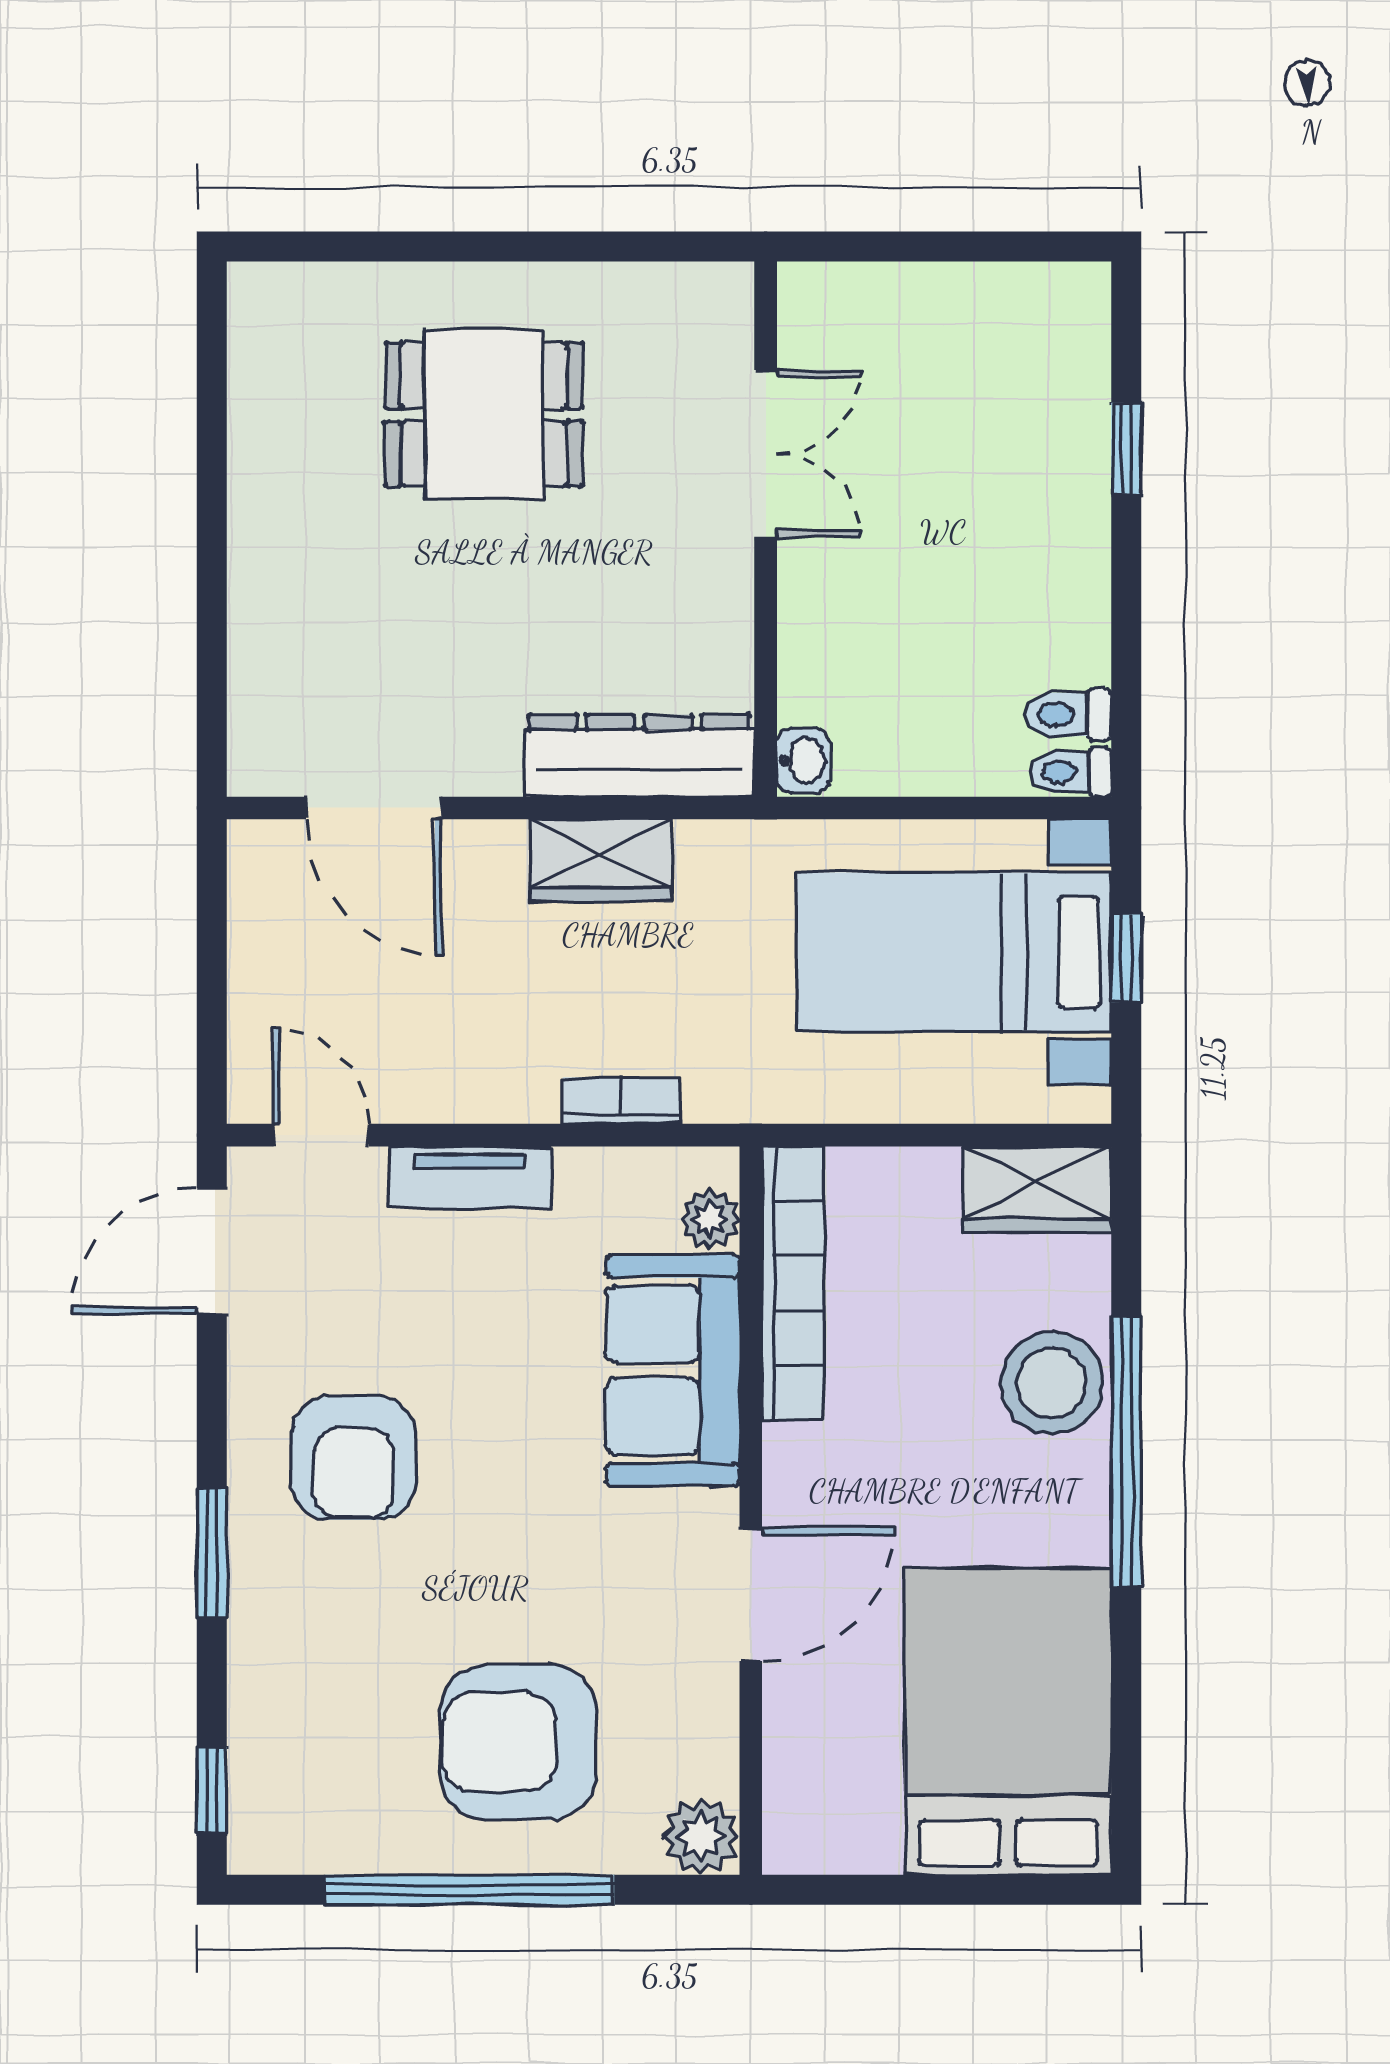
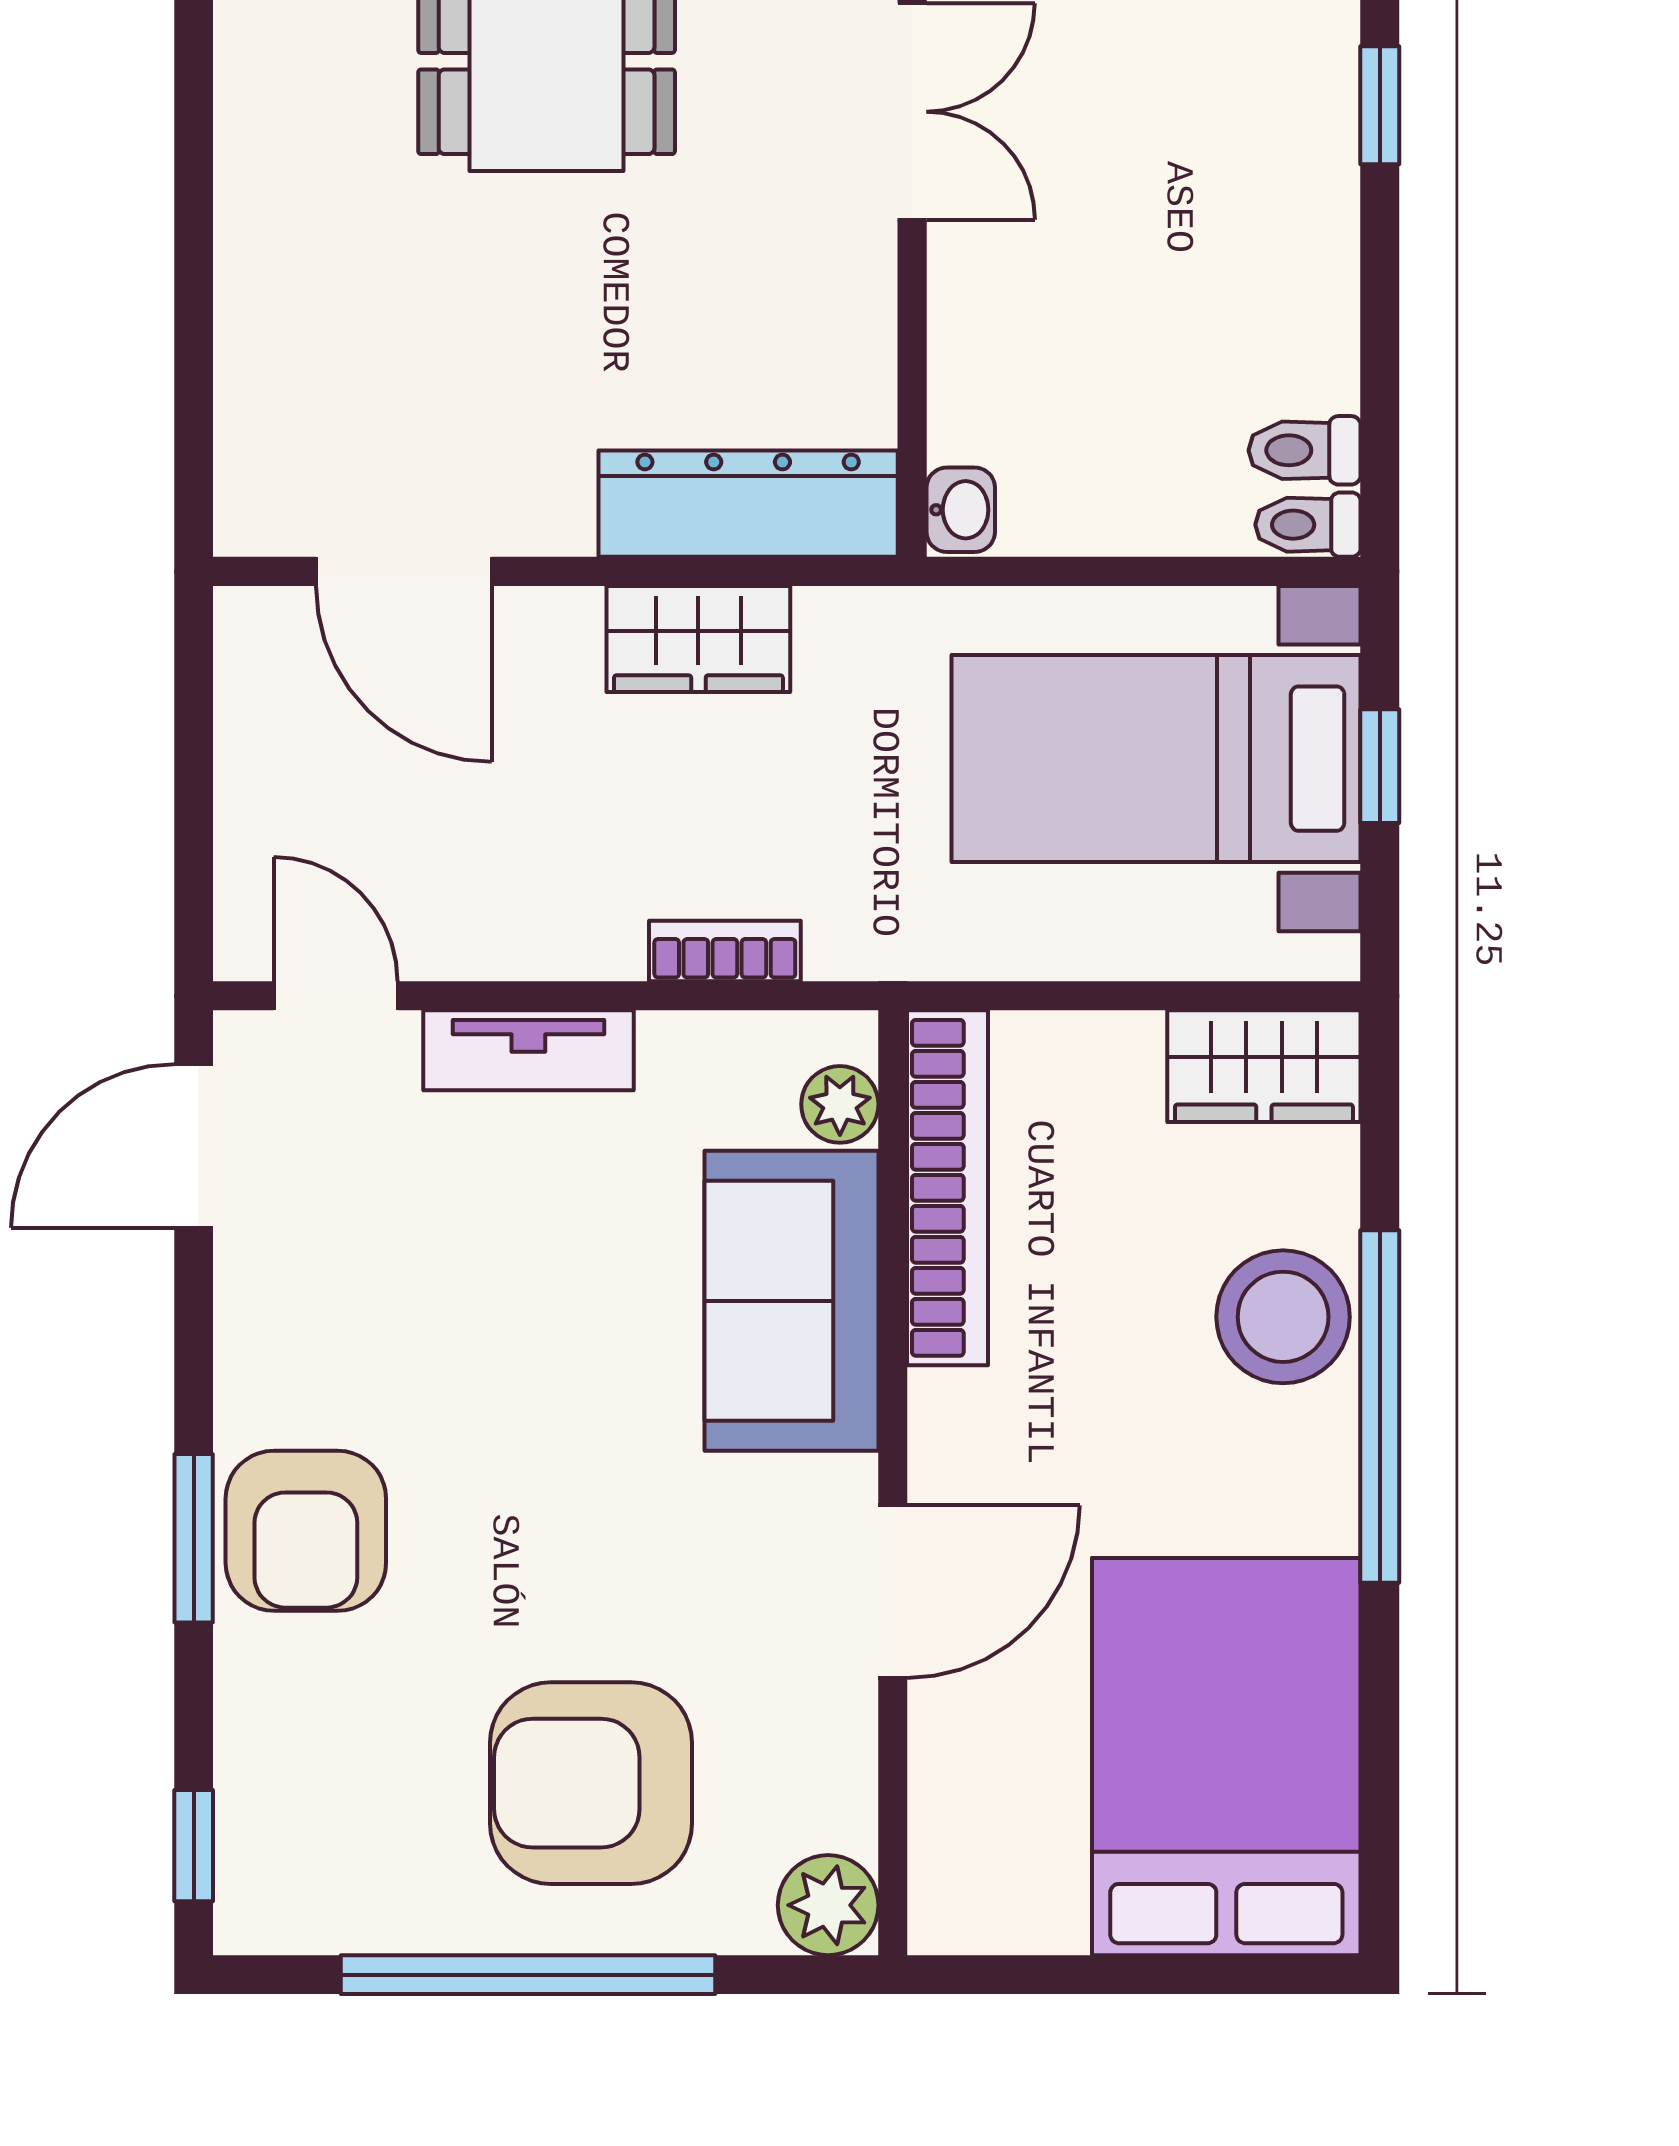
armchair: (353, 1458) -> (306, 1531), moved

